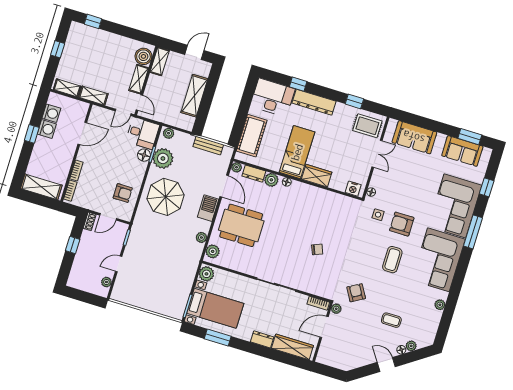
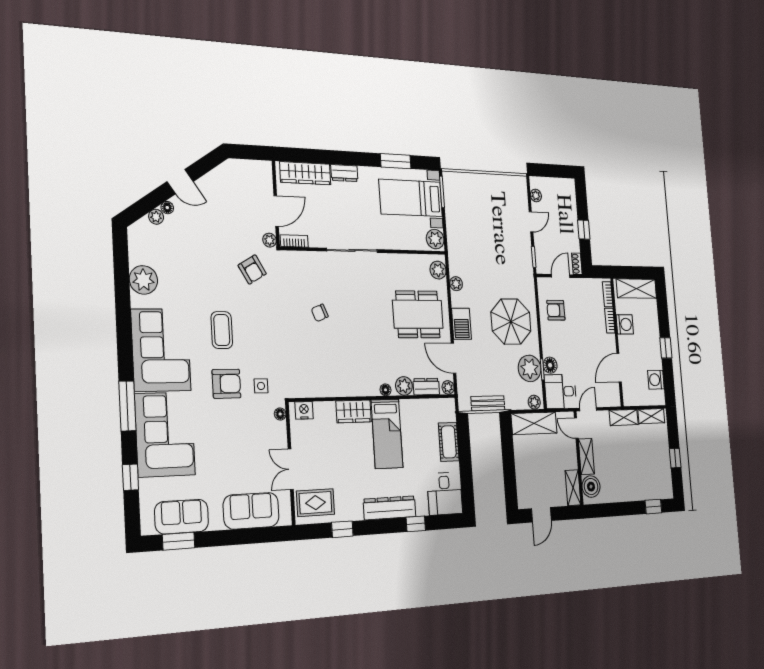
shelving: (194, 96) -> (534, 423), moved, turned 90
desk: (273, 98) -> (445, 494), width x0.73
washing machine: (47, 129) -> (625, 324), moved, turned 180
cot: (252, 136) -> (449, 442), width x0.73, depth x0.75
plant: (440, 305) -> (143, 280), width x1.88, depth x1.88
coffee table: (391, 320) -> (194, 245), removed

